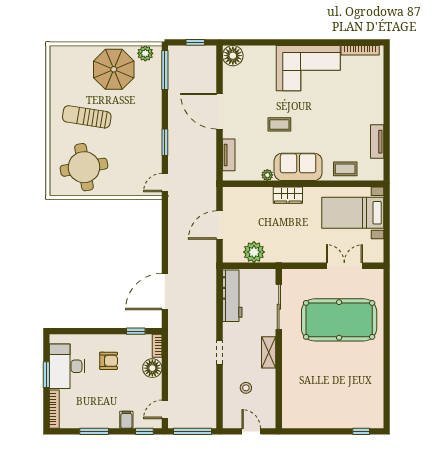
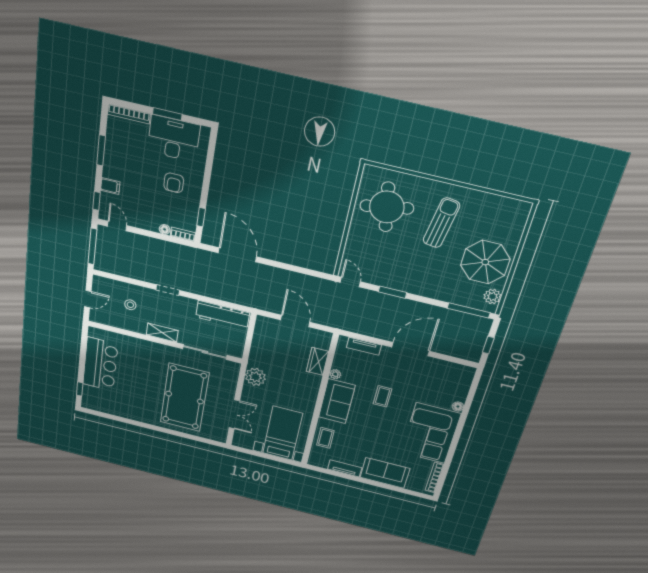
floor lamp: (233, 56) -> (458, 407), moved, width x0.53, depth x0.53
sofa: (370, 100) -> (385, 473), added
wardrobe: (288, 195) -> (317, 361), moved
plant: (254, 252) -> (255, 377), moved
floor lamp: (152, 368) -> (165, 229), width x0.53, depth x0.53
bar counter: (324, 412) -> (100, 364), added

